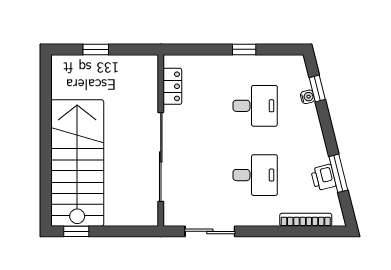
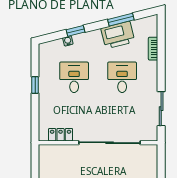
window: (317, 88) -> (75, 31), moved
printer: (323, 177) -> (118, 35), width x1.87, depth x1.48
bookcase: (306, 220) -> (153, 49), width x0.64

